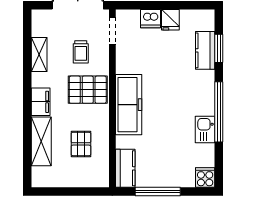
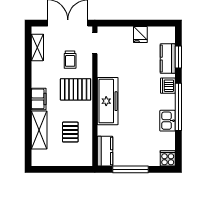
dishwasher: (150, 19) -> (168, 86), moved, turned 90
shelving: (39, 54) -> (37, 47), moved

